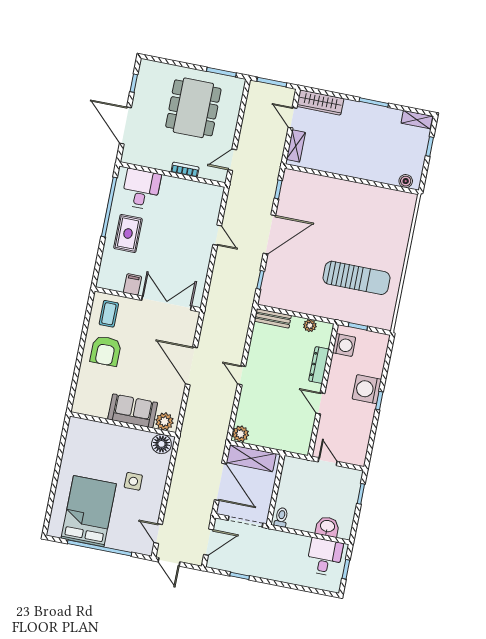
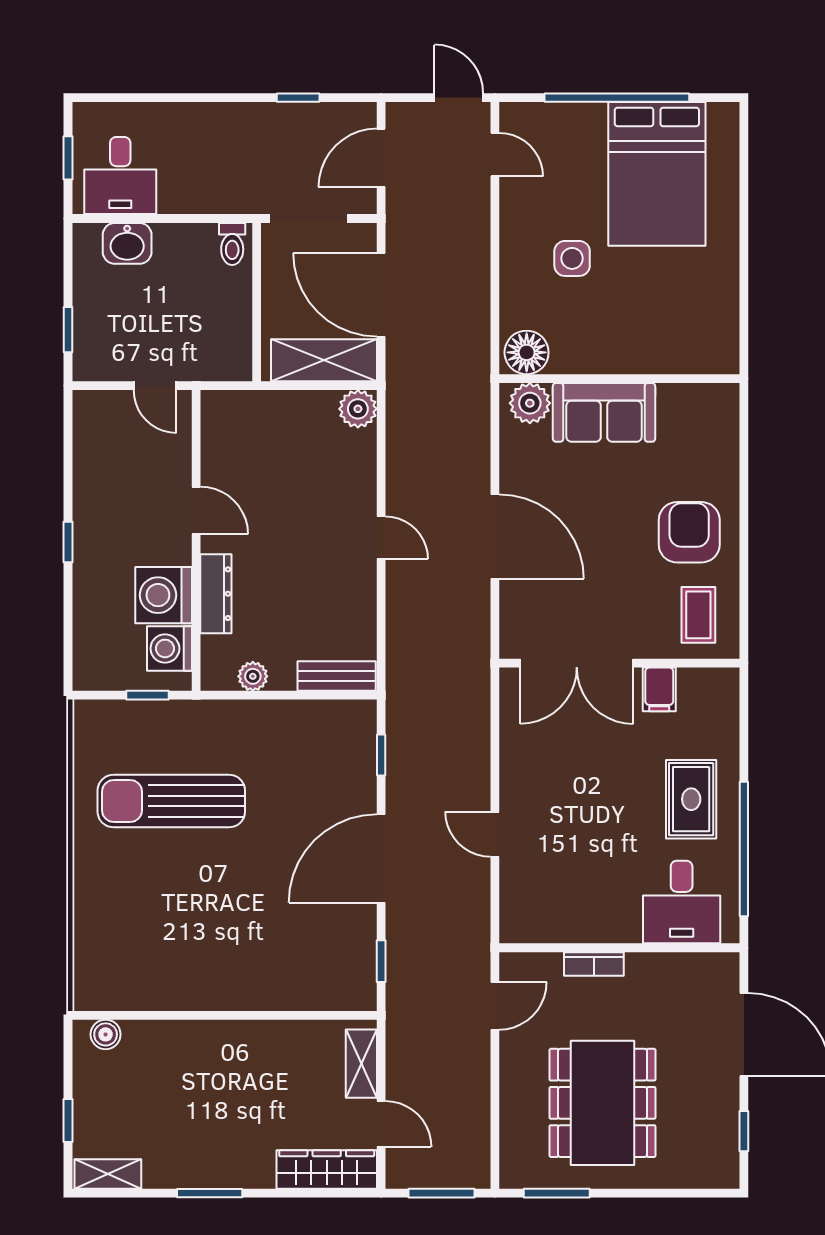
washing machine: (367, 389) -> (164, 595), moved, turned 180

